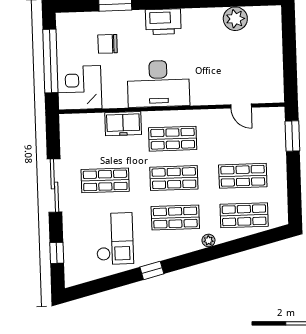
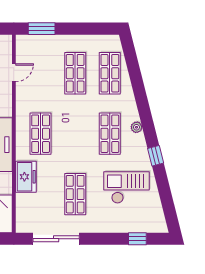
shop shelf: (174, 178) -> (75, 134), removed
sliding door: (54, 186) -> (56, 239), moved
plant: (208, 240) -> (136, 127), moved

